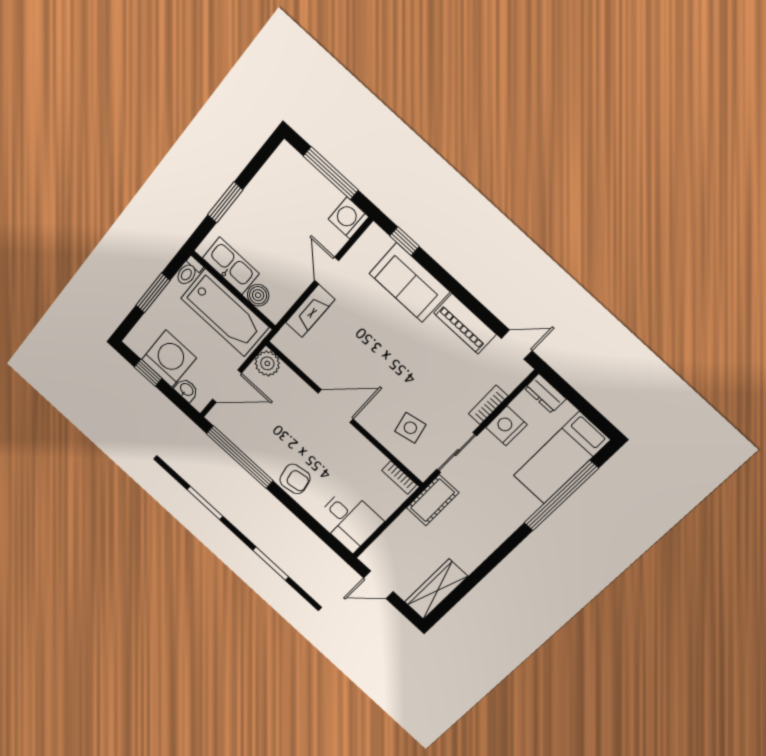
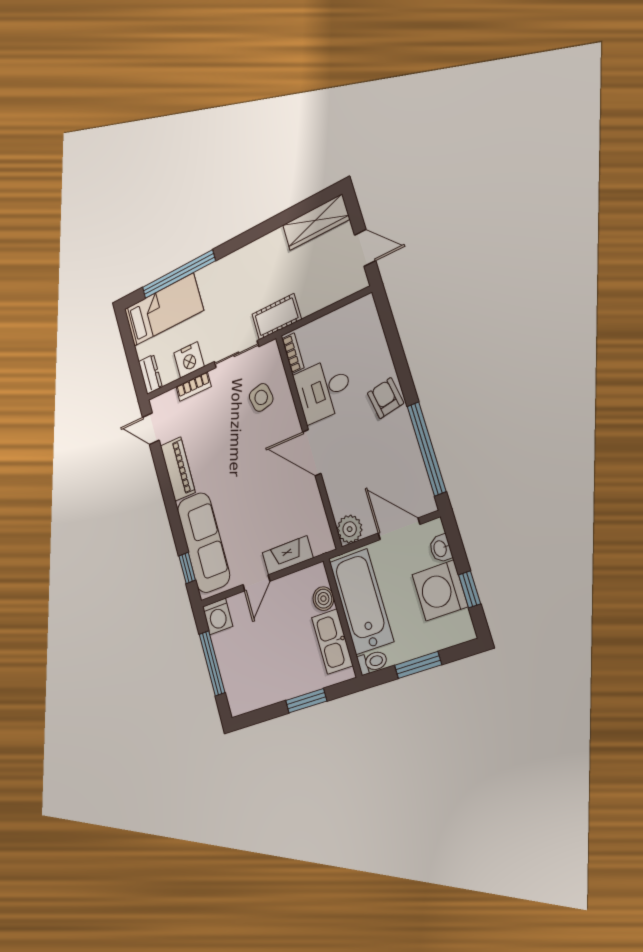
sofa: (410, 283) -> (203, 543), width x1.36
desk: (349, 520) -> (324, 390), moved, turned -90

